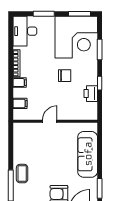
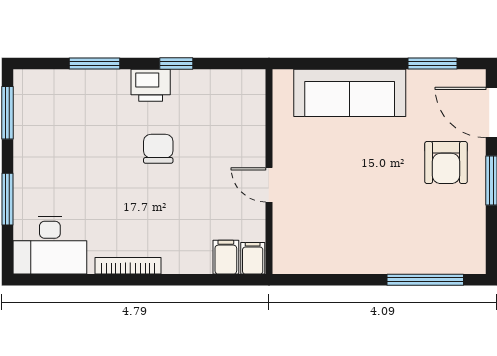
corner desk: (76, 37) -> (64, 120), removed
filing cabinet: (20, 83) -> (253, 258), moved
printer: (91, 94) -> (151, 85), moved
coffee table: (22, 174) -> (396, 252), removed

